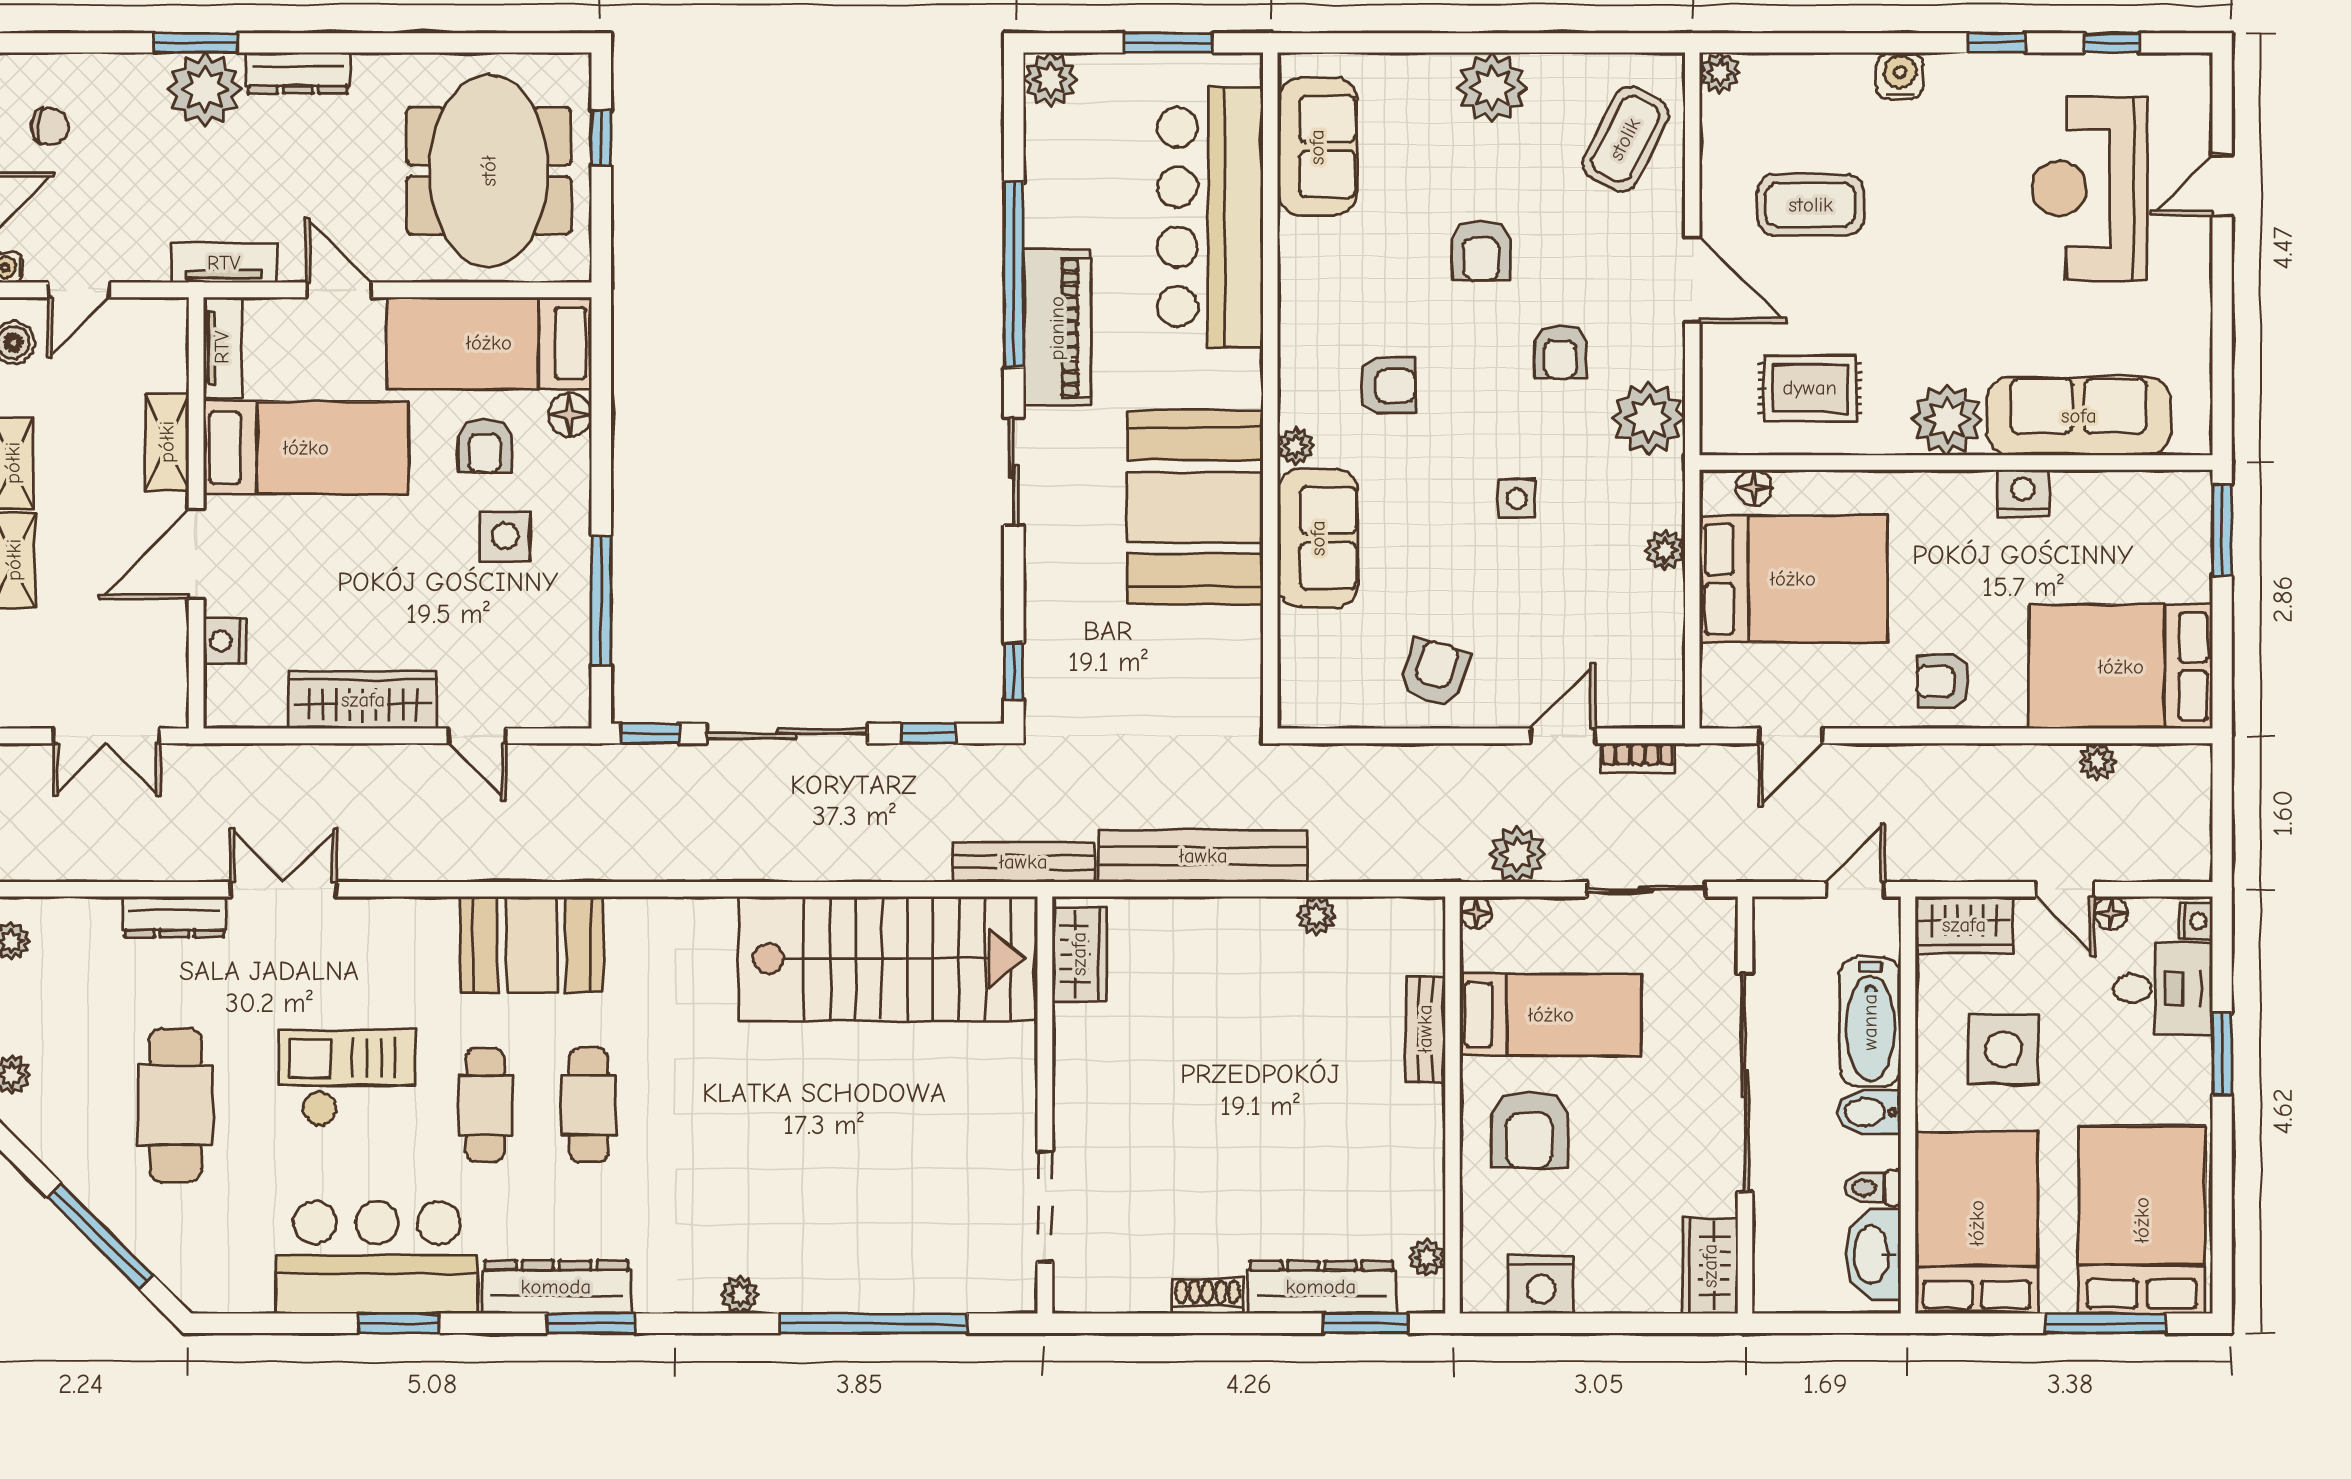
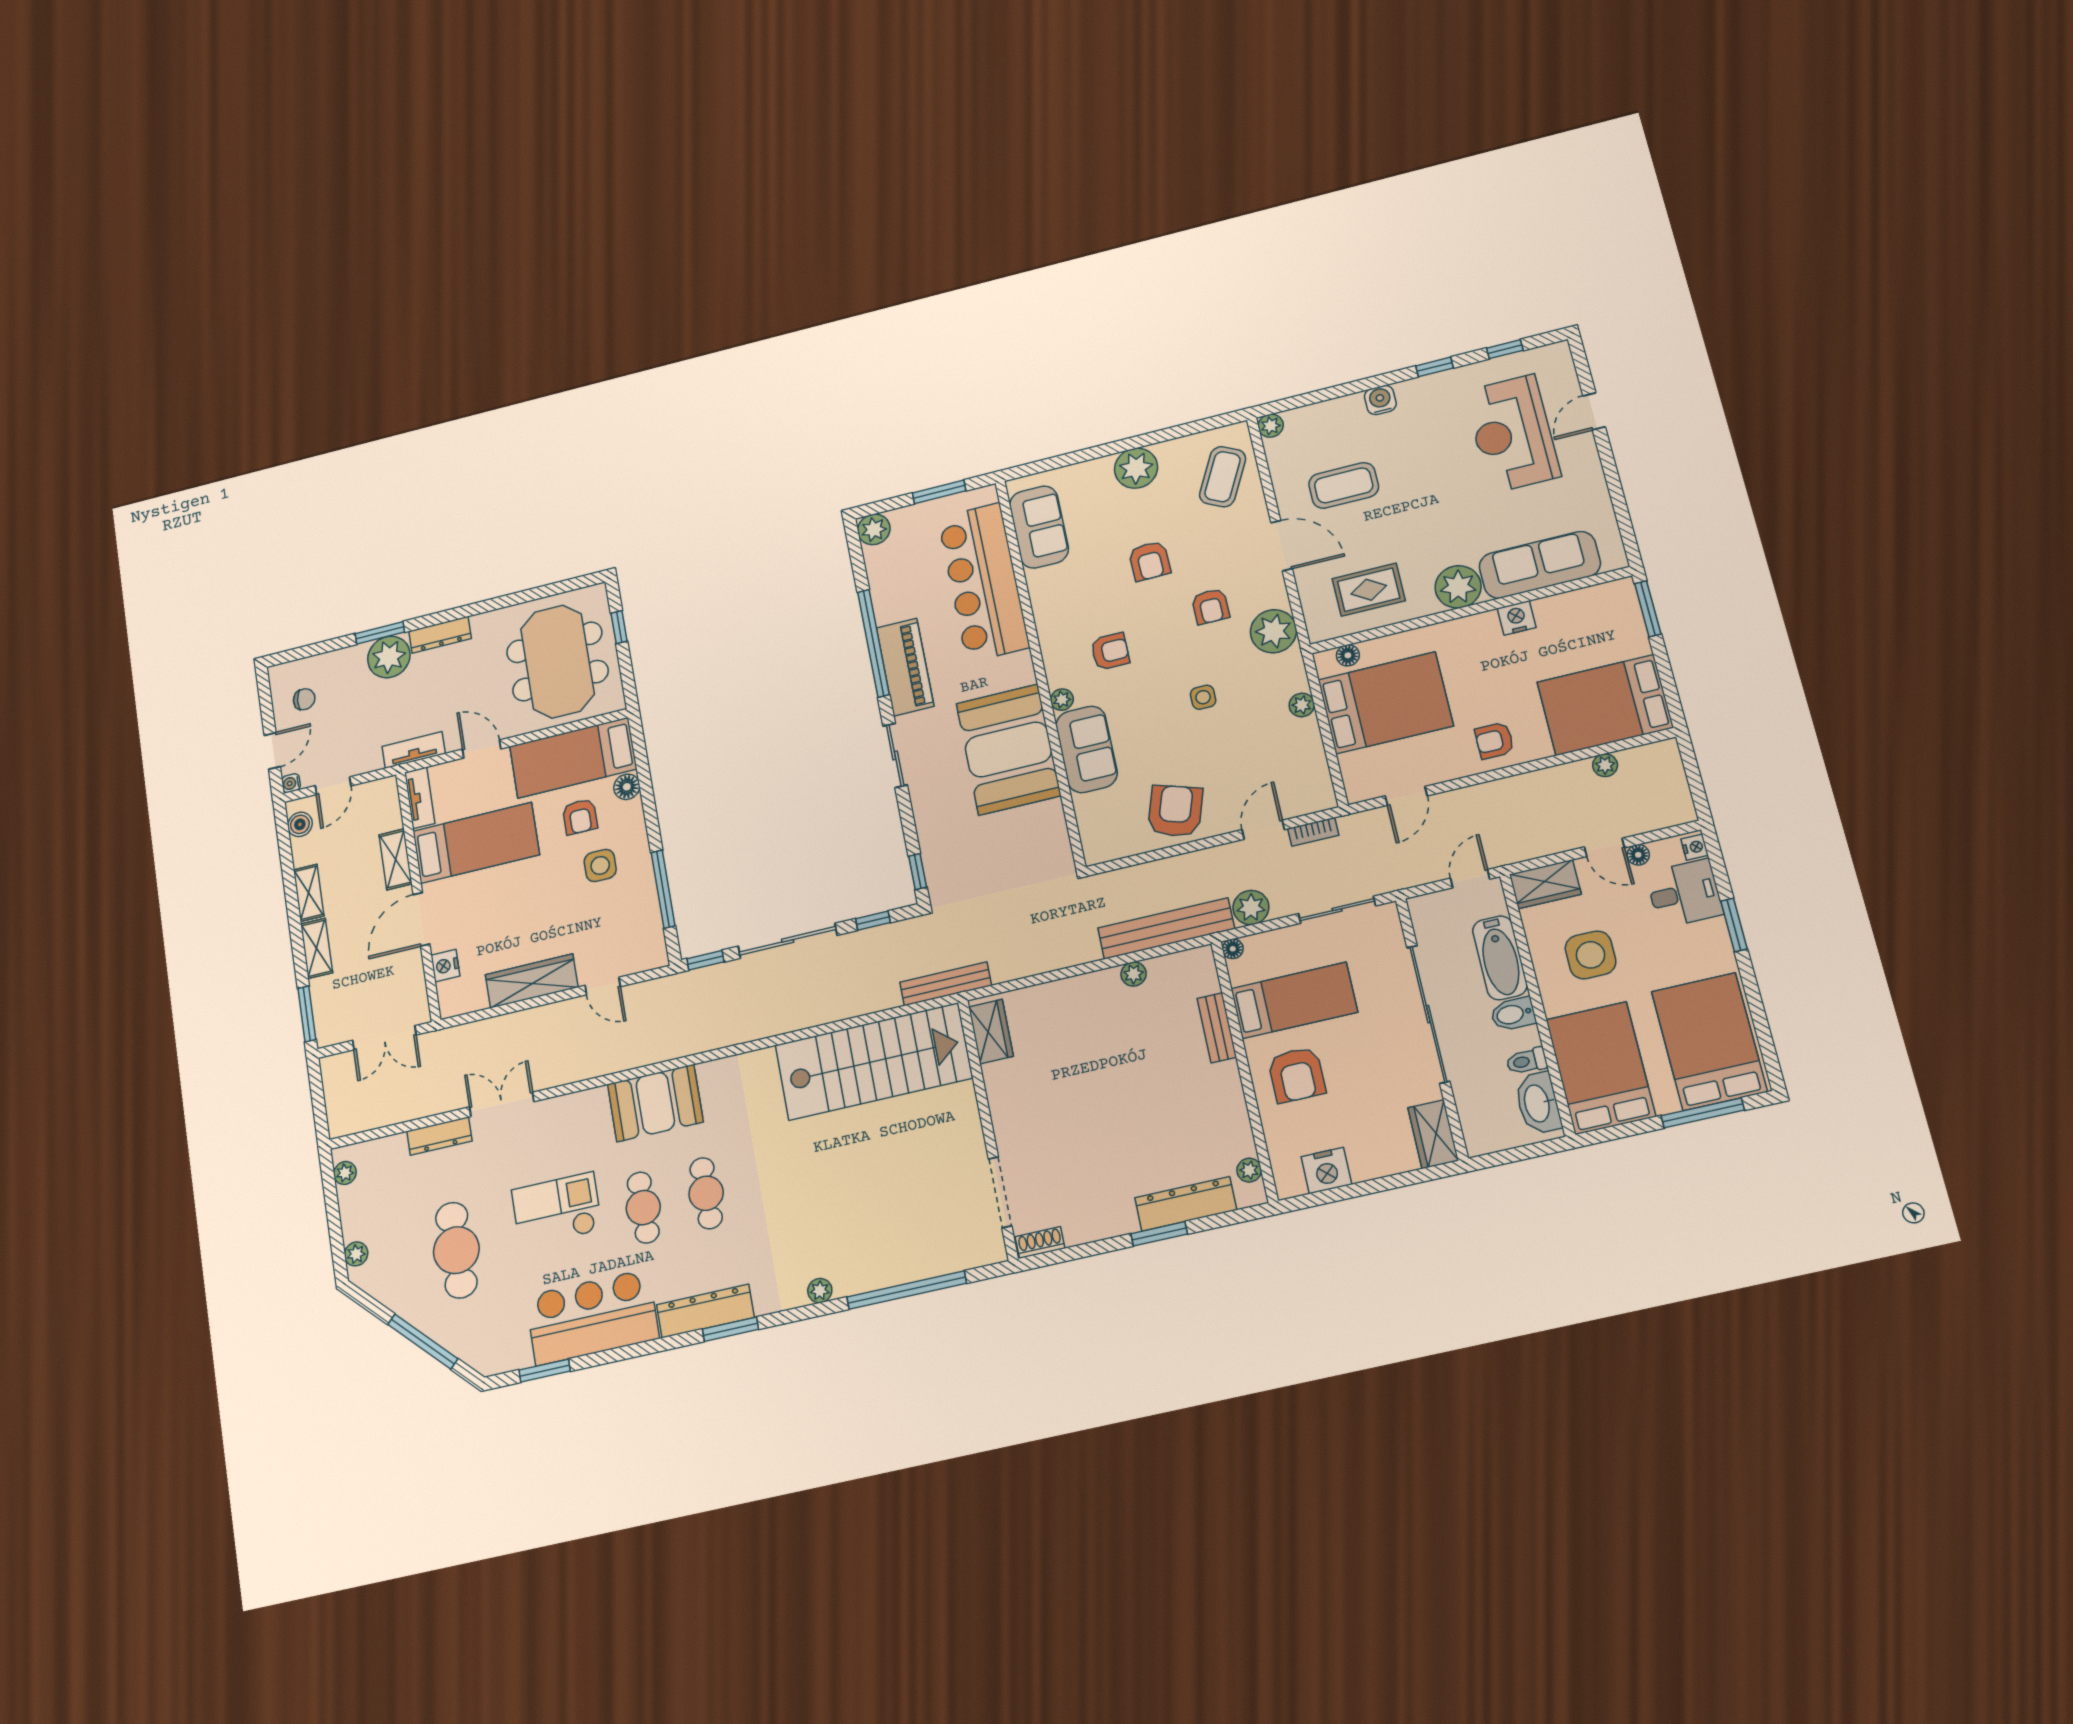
armchair: (1434, 672) -> (1175, 811), width x1.38, depth x1.38
bench: (1203, 856) -> (1166, 928), moved
shoe rack: (1208, 1296) -> (1040, 1242), moved
window: (399, 1323) -> (545, 1371), moved
window: (1365, 1323) -> (1159, 1234), moved

